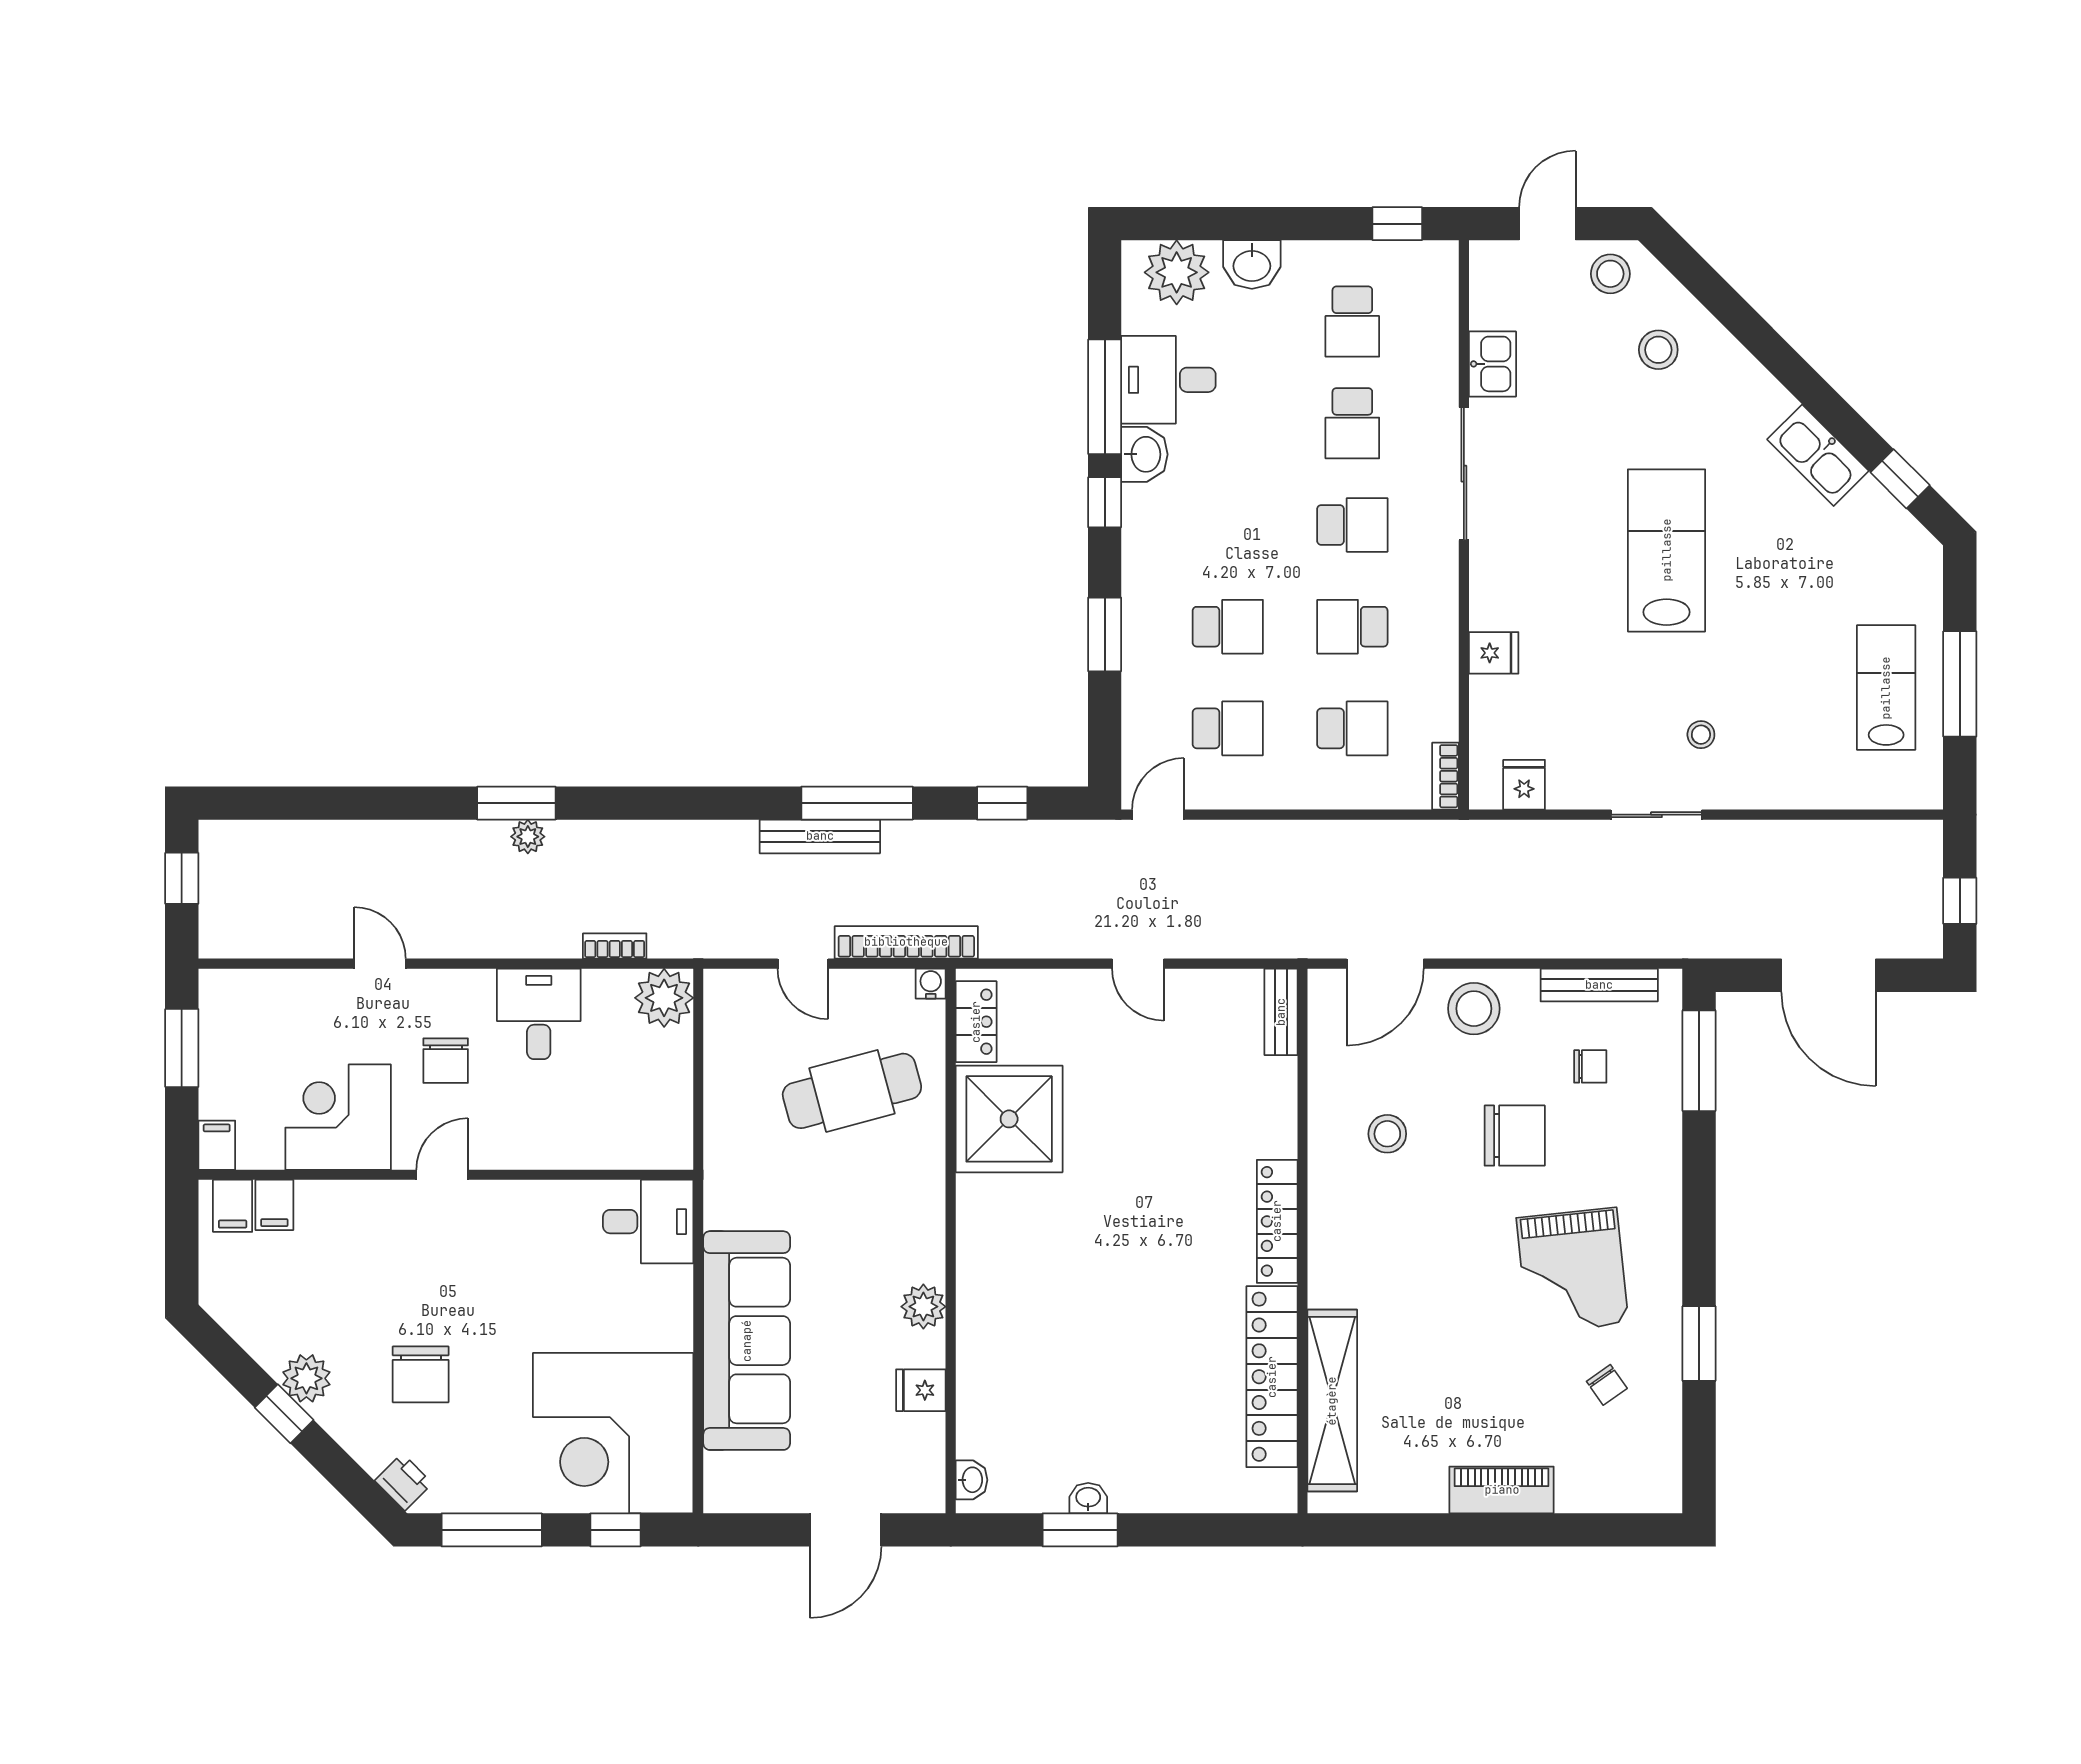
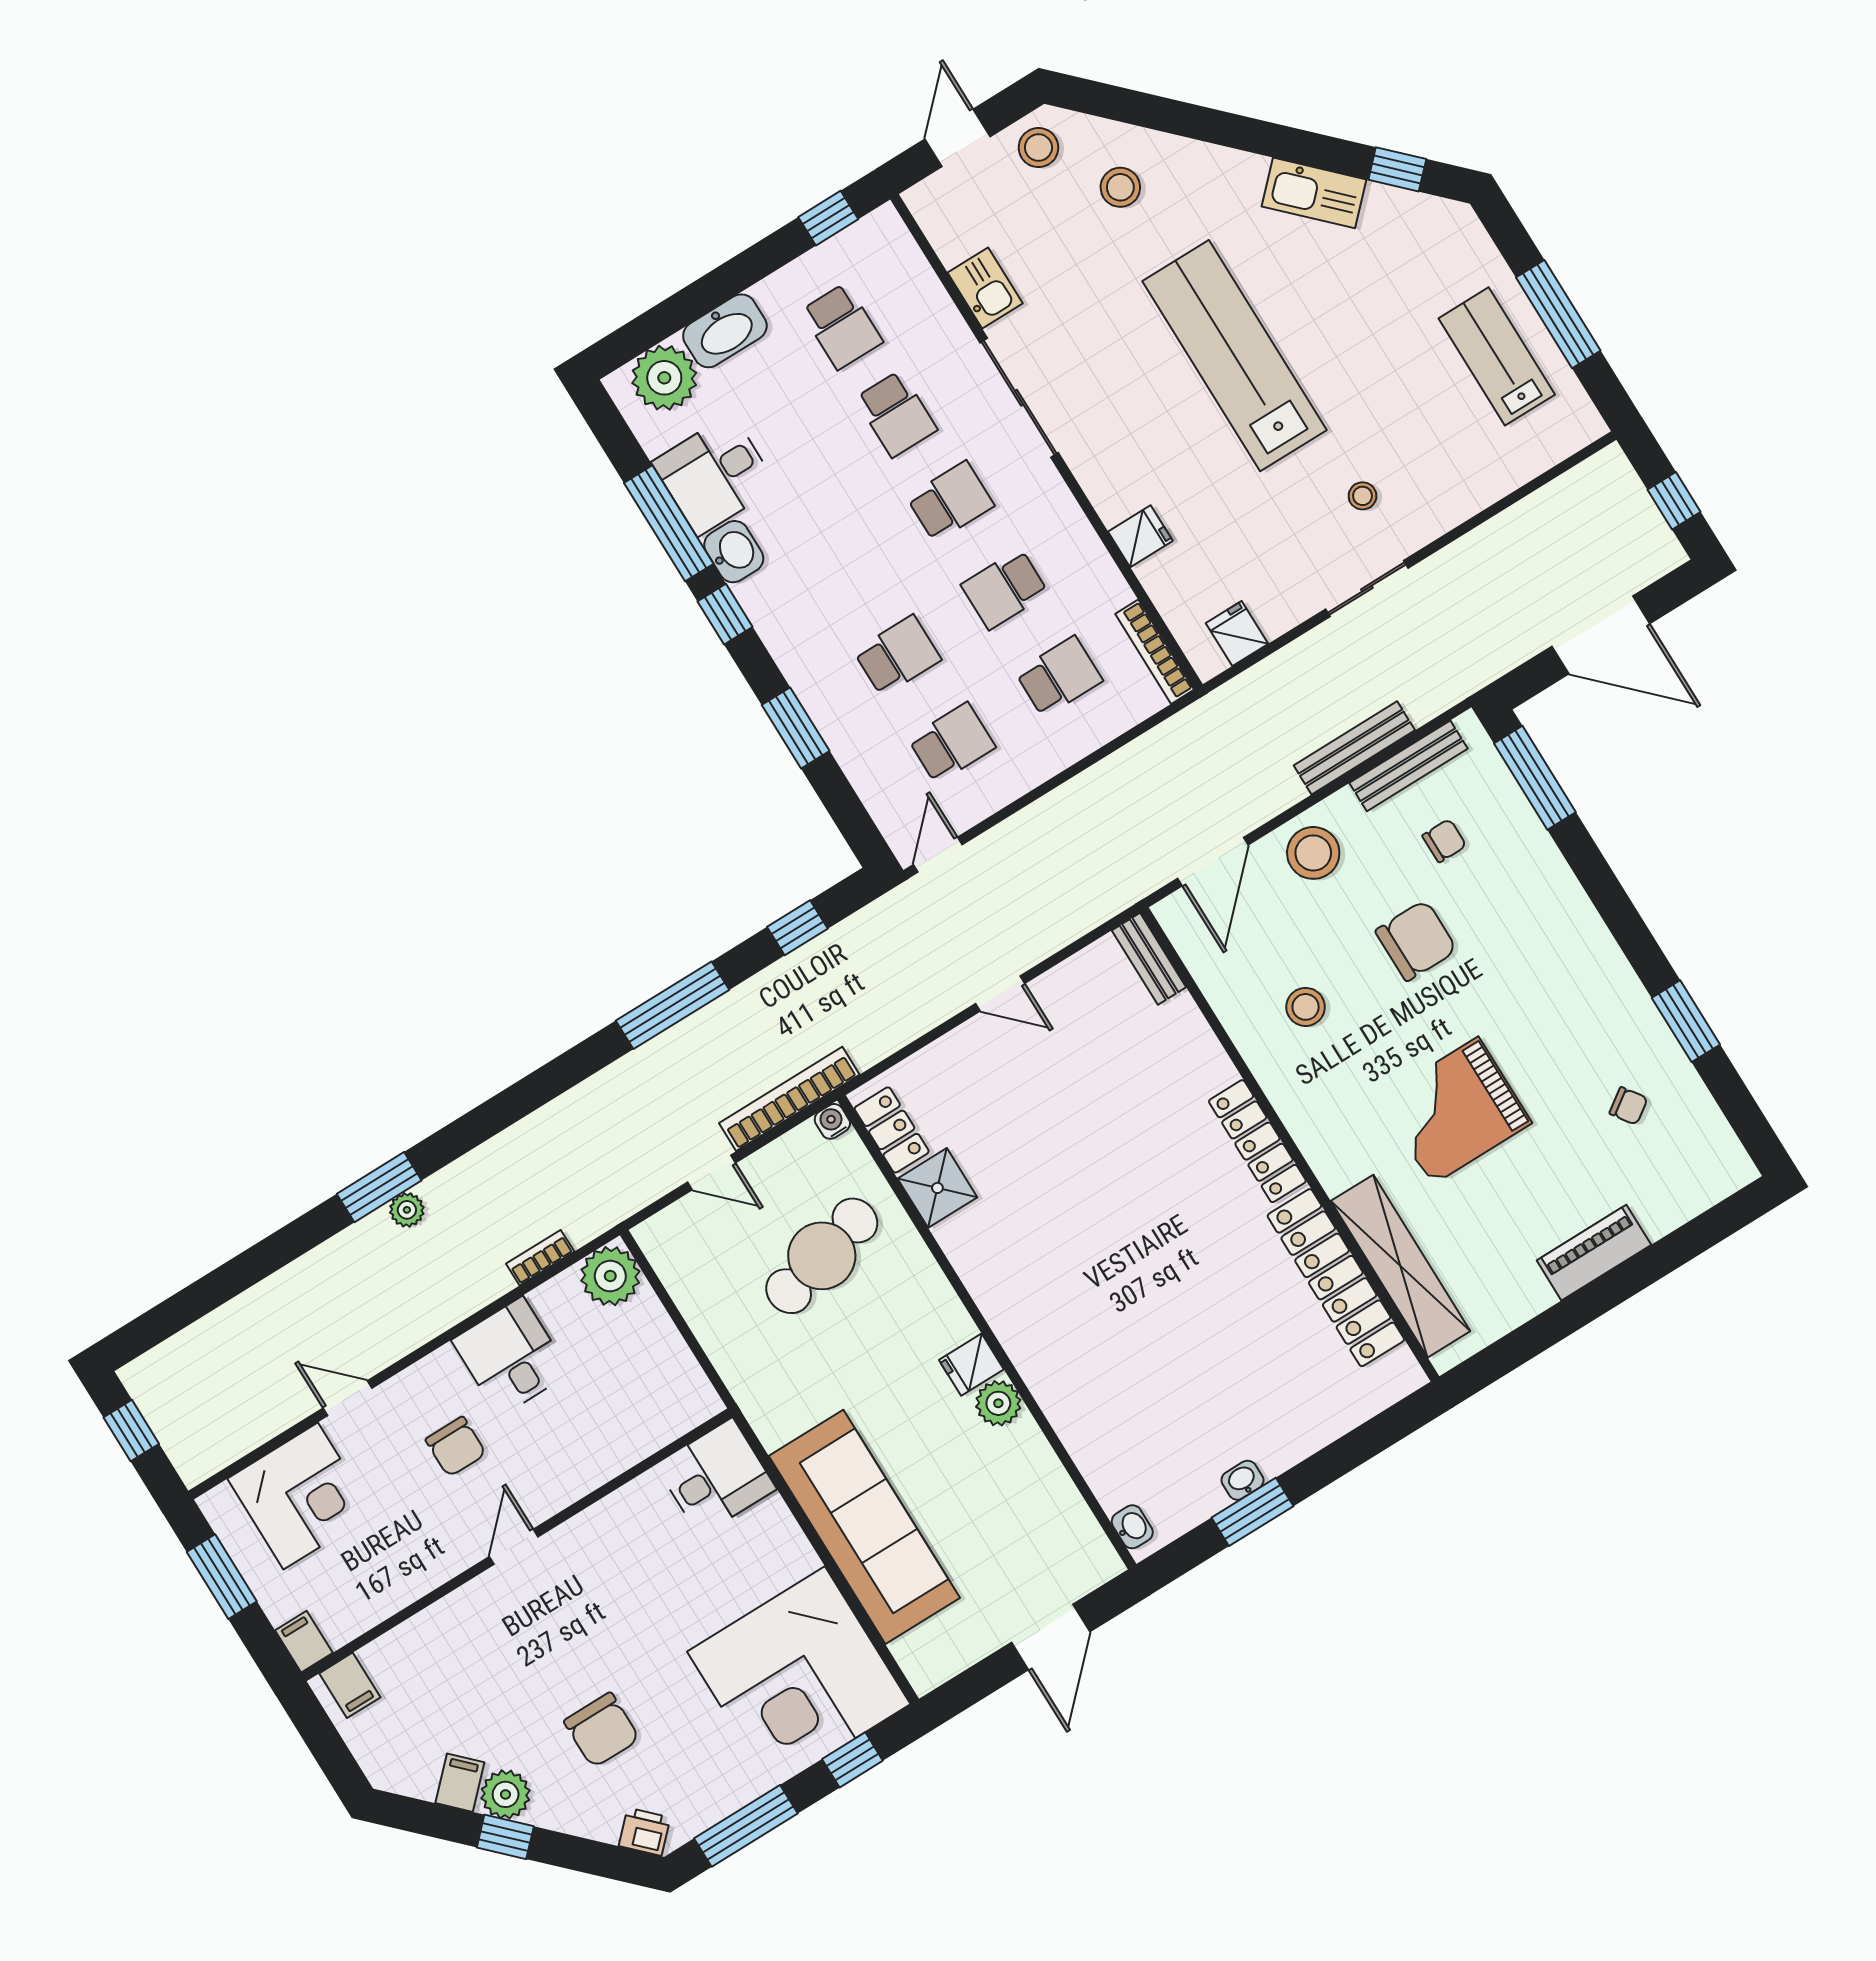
washbasin: (1252, 265) -> (725, 331), width x1.38
lab bench: (1667, 550) -> (1235, 356), width x1.36
bookcase: (1446, 776) -> (1155, 652), width x1.56
bench: (820, 836) -> (1354, 748), moved
corner desk: (338, 1117) -> (301, 1496), moved, turned 180
shower: (1009, 1119) -> (937, 1188), width x0.54, depth x0.54
filing cabinet: (274, 1205) -> (460, 1783), moved, turned -135
grand piano: (1572, 1271) -> (1455, 1111), moved, turned 96
fridge: (921, 1390) -> (971, 1365), moved

